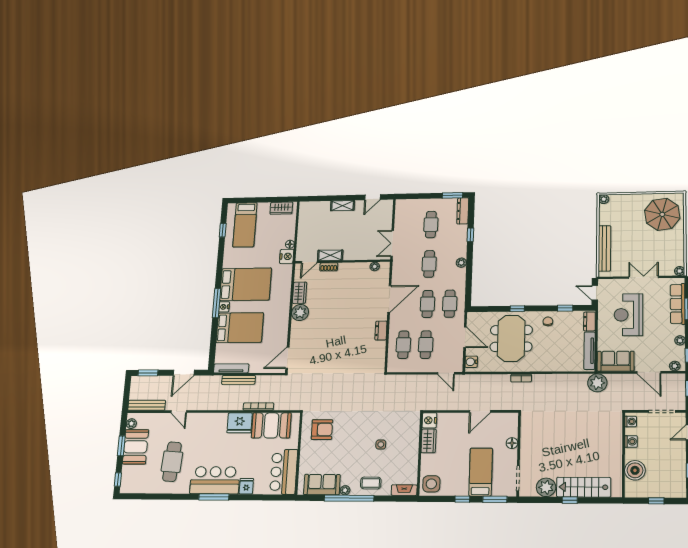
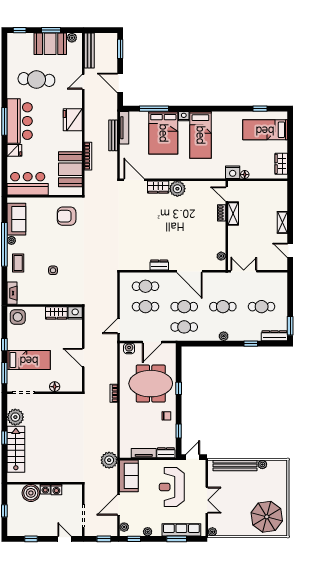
plant: (604, 199) -> (262, 464), moved
bed: (245, 284) -> (200, 135), width x0.67
wardrobe: (300, 293) -> (158, 187), moved
window: (217, 303) -> (154, 109), moved
reception desk: (628, 315) -> (172, 487), turned -90
tv unit: (589, 351) -> (144, 453), width x0.71
washing machine: (631, 421) -> (45, 489), moved
fridge: (240, 423) -> (73, 120), moved
armchair: (322, 430) -> (67, 216), turned 90

